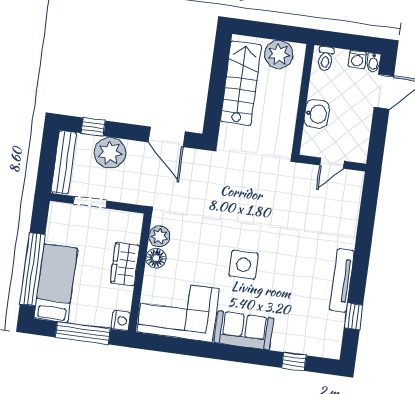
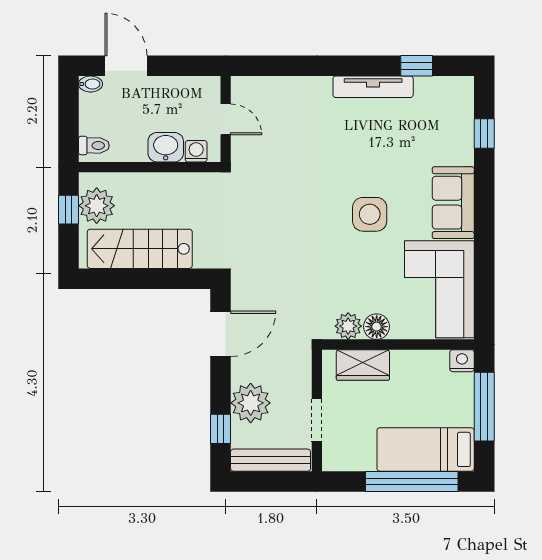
window: (279, 32) -> (69, 210), added
washing machine: (357, 59) -> (196, 151), moved, turned -90
wardrobe: (125, 264) -> (363, 365), moved

